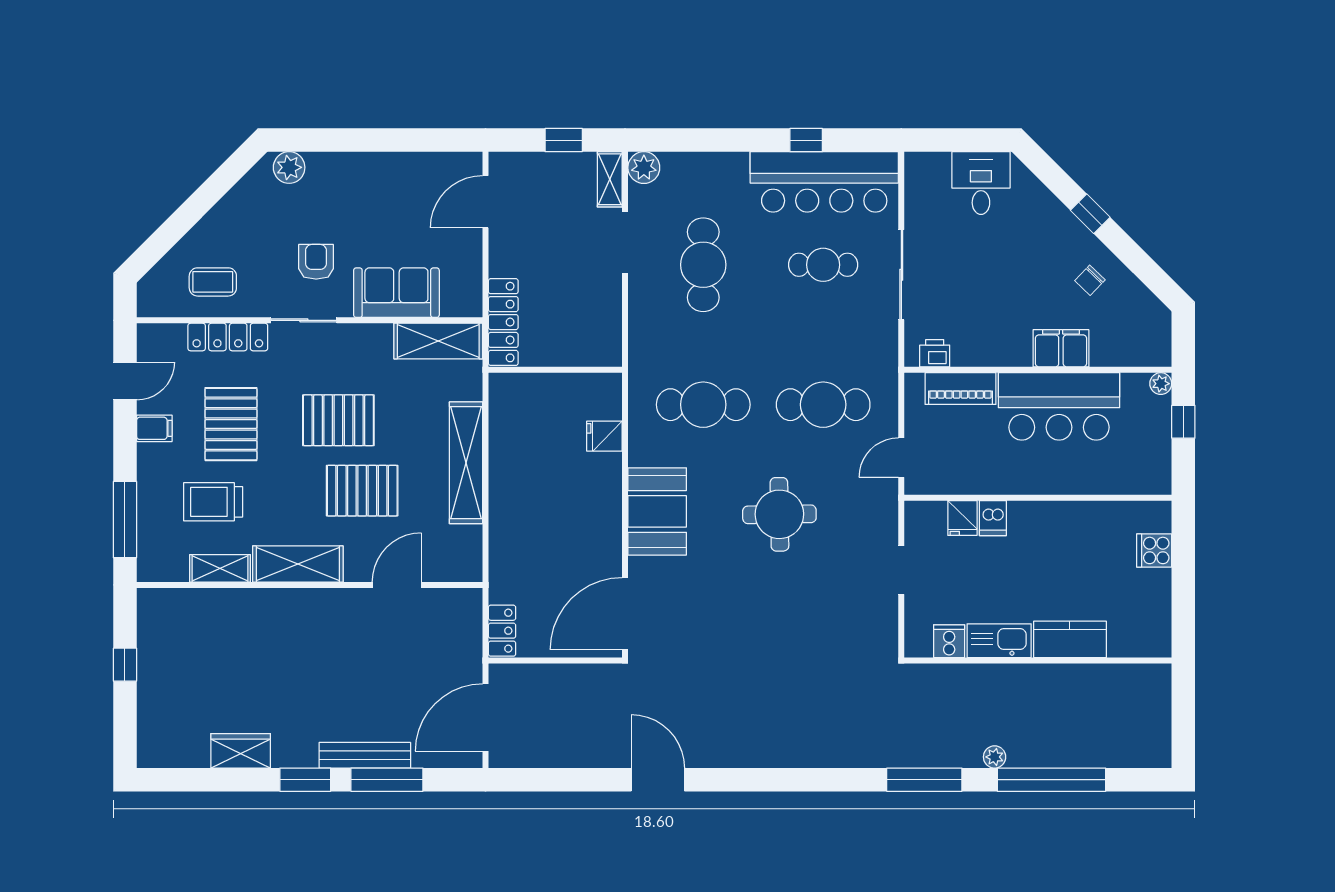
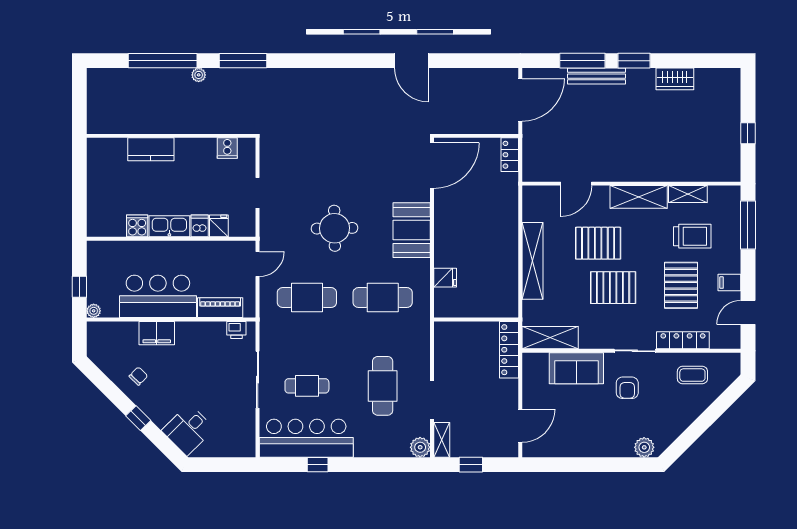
desk: (981, 183) -> (188, 430), moved, turned 45
cooker: (1154, 550) -> (137, 226), moved, turned -90
kitchen sink: (999, 641) -> (169, 226), moved, turned 180

